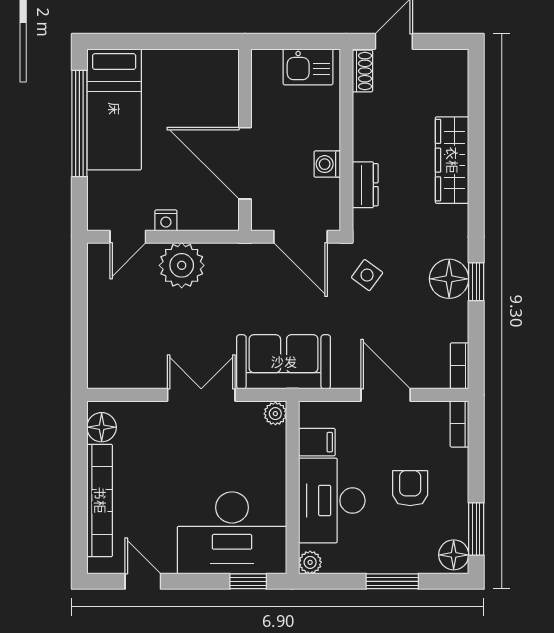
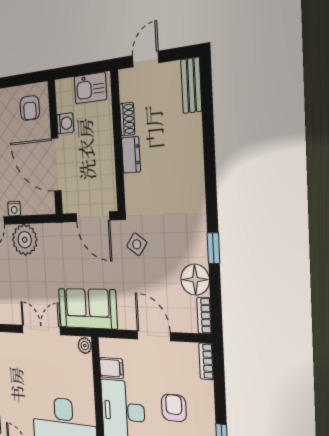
shoe rack: (362, 71) -> (127, 119), moved
armchair: (205, 82) -> (30, 108), added
bench: (456, 82) -> (191, 85), added
wardrobe: (452, 160) -> (191, 150), removed
washing machine: (327, 164) -> (65, 123), moved, turned 180
dresser: (365, 185) -> (131, 155), moved
floor lamp: (449, 279) -> (195, 280), moved

